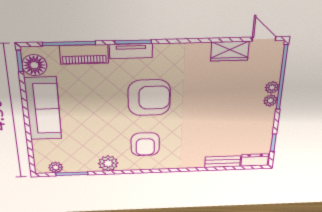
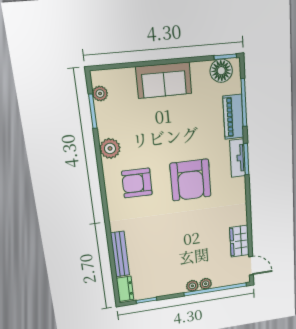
door: (264, 39) -> (251, 266), hinge flipped
sofa: (43, 109) -> (164, 80), width x0.73
bench: (223, 162) -> (120, 254), width x1.36

